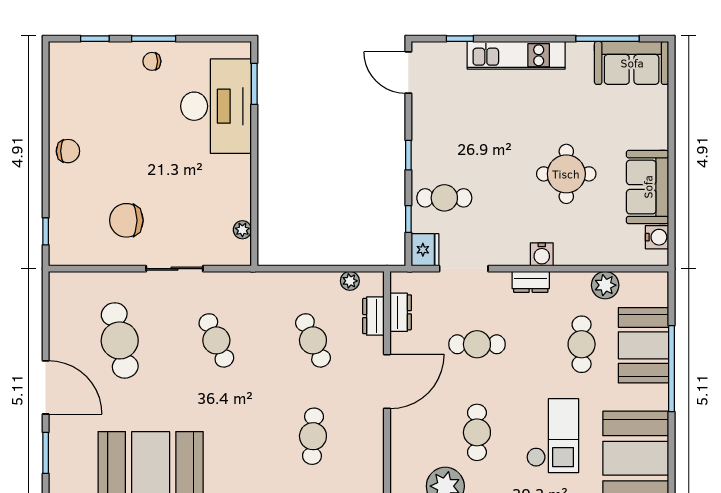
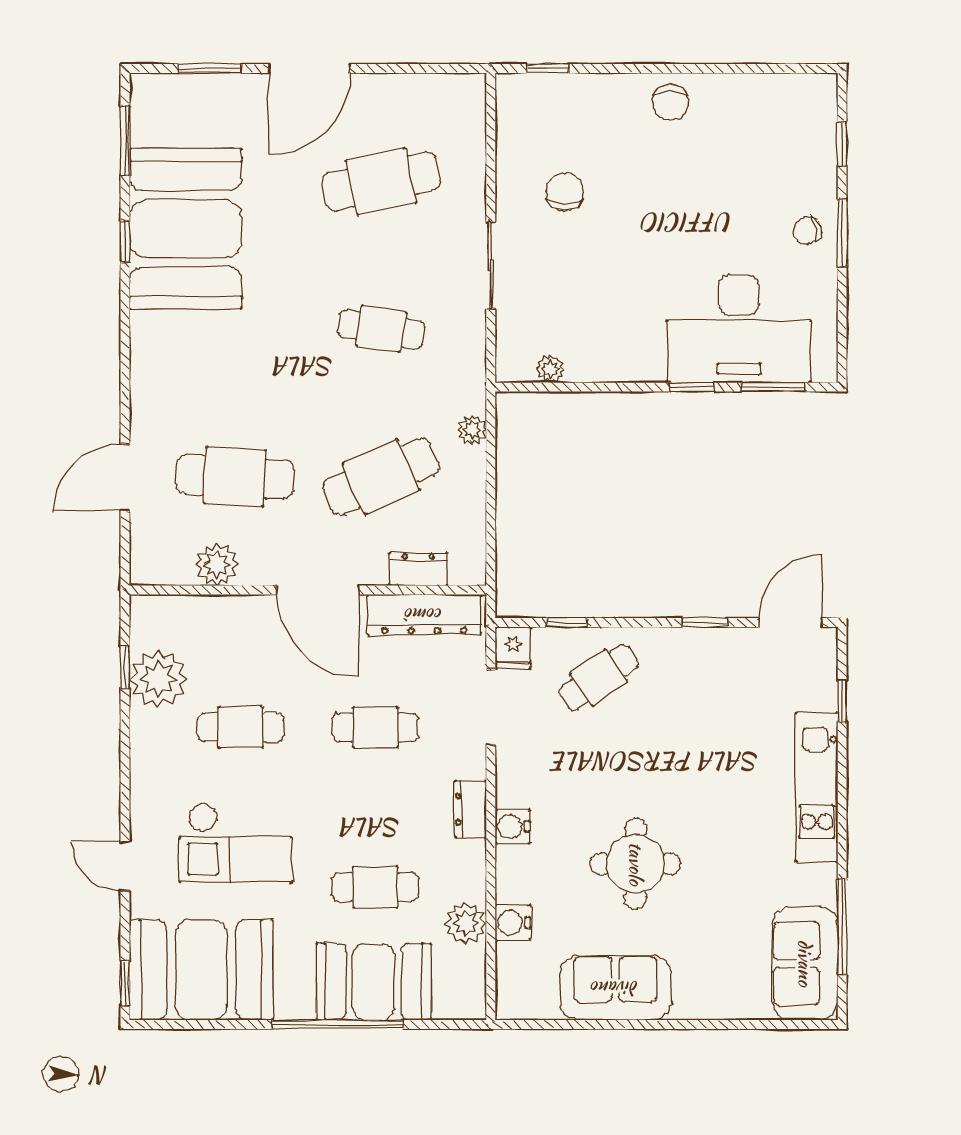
chair: (152, 61) -> (807, 231), turned -100
window: (254, 137) -> (692, 387), added
window: (408, 155) -> (704, 623), moved
cafe table: (444, 198) -> (599, 677), turned 55
chair: (126, 220) -> (565, 192), width x0.73, depth x0.73
water cooler: (657, 237) -> (513, 923), moved, turned 90
fridge: (425, 250) -> (513, 648), width x0.72
plant: (350, 281) -> (472, 430), moved
dresser: (401, 312) -> (424, 615), width x1.96, depth x1.24
cafe table: (216, 340) -> (381, 329), turned 33
cafe table: (313, 340) -> (381, 477), width x1.37, depth x1.35
cafe table: (477, 344) -> (375, 727), turned 90
cafe table: (313, 436) -> (235, 477), width x1.37, depth x1.35
plant: (370, 448) -> (217, 564), added

